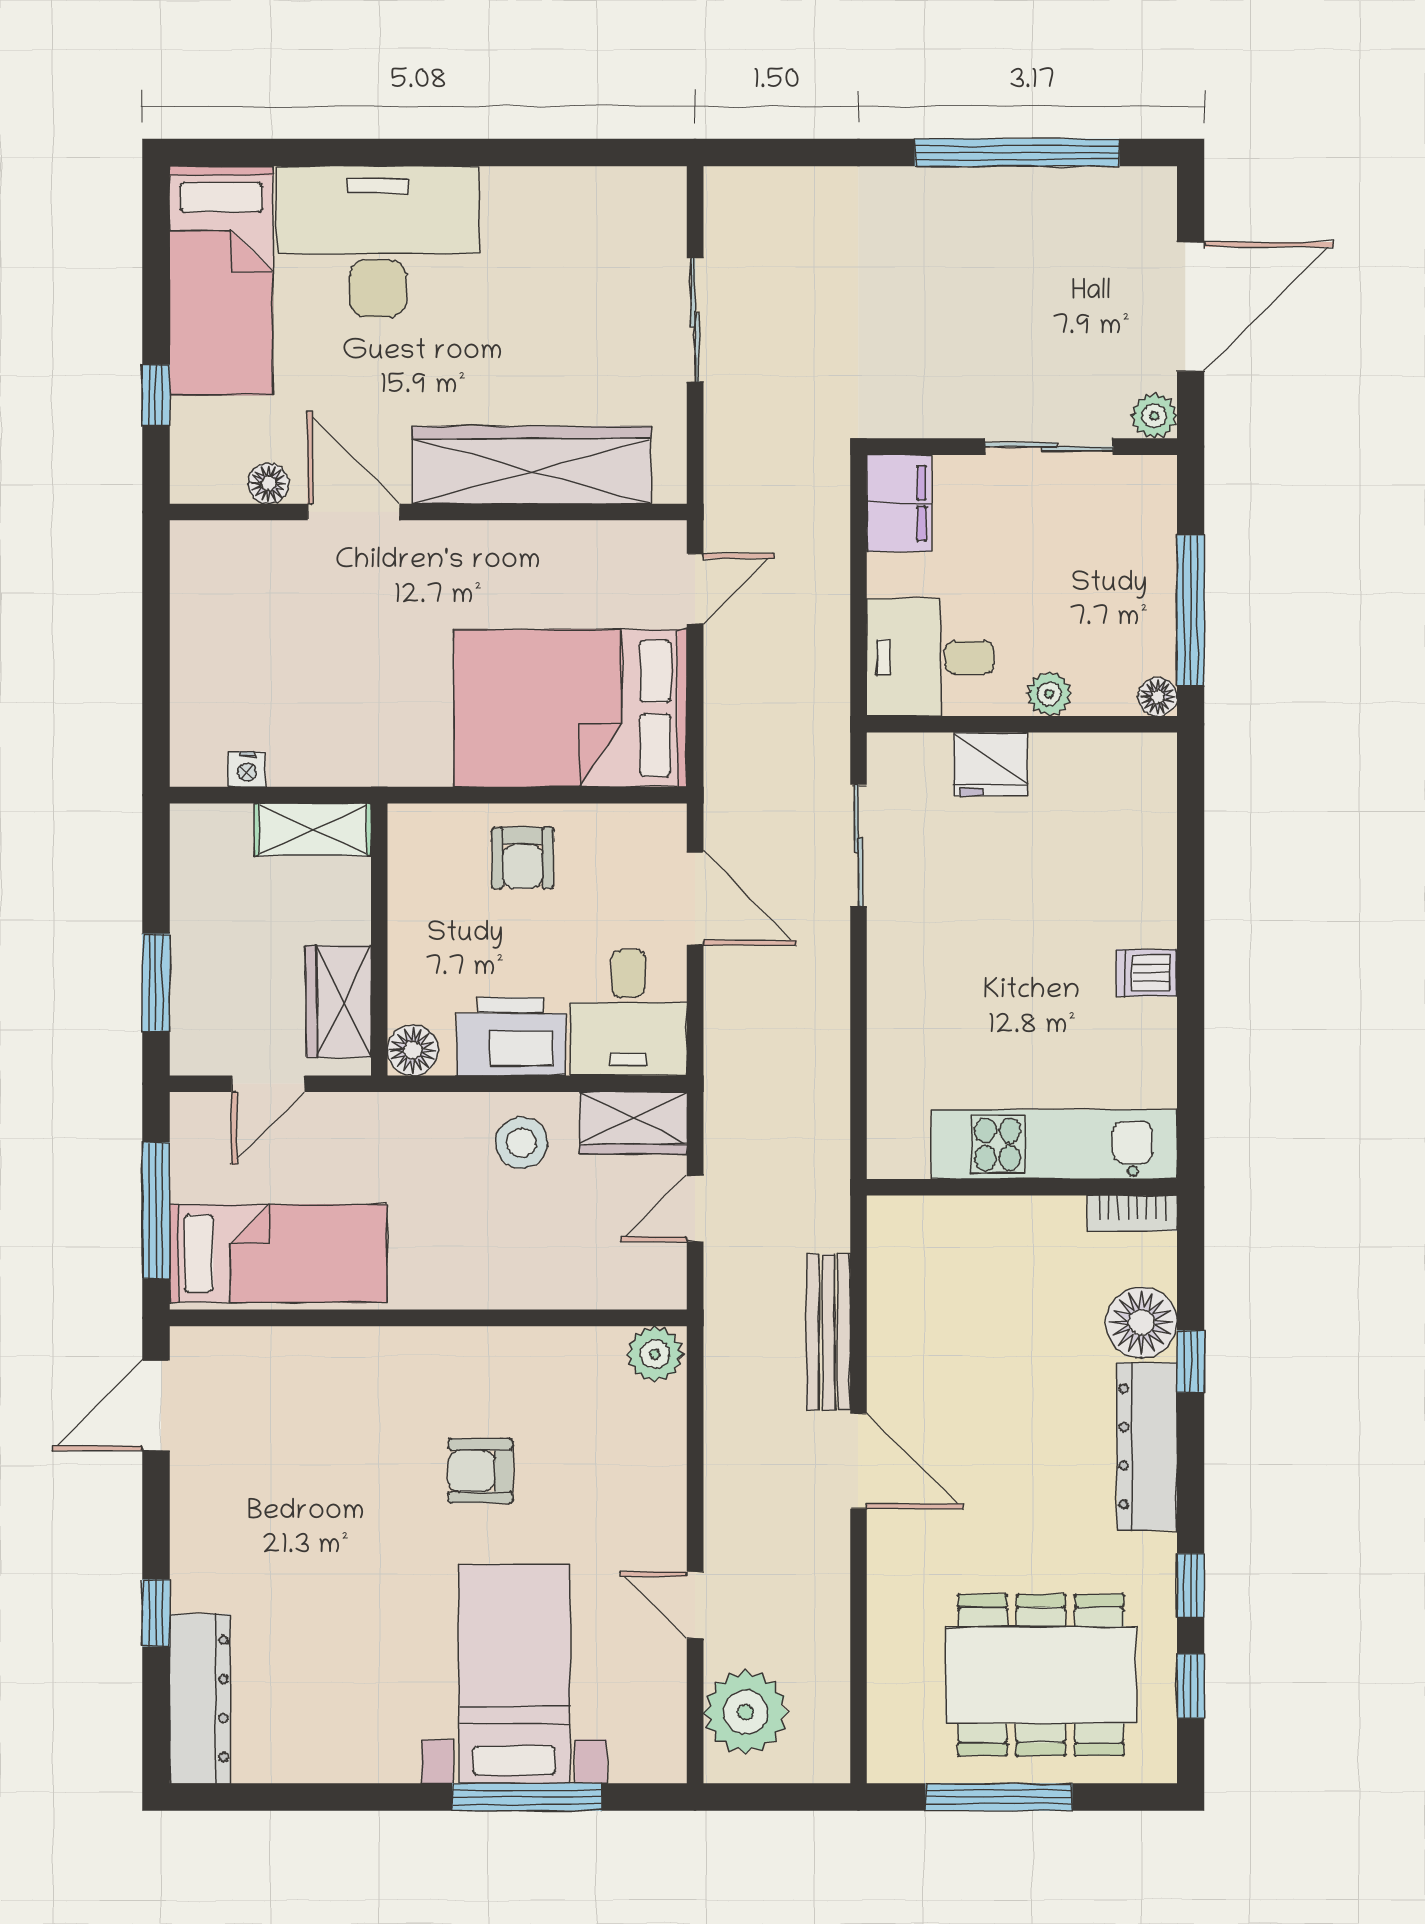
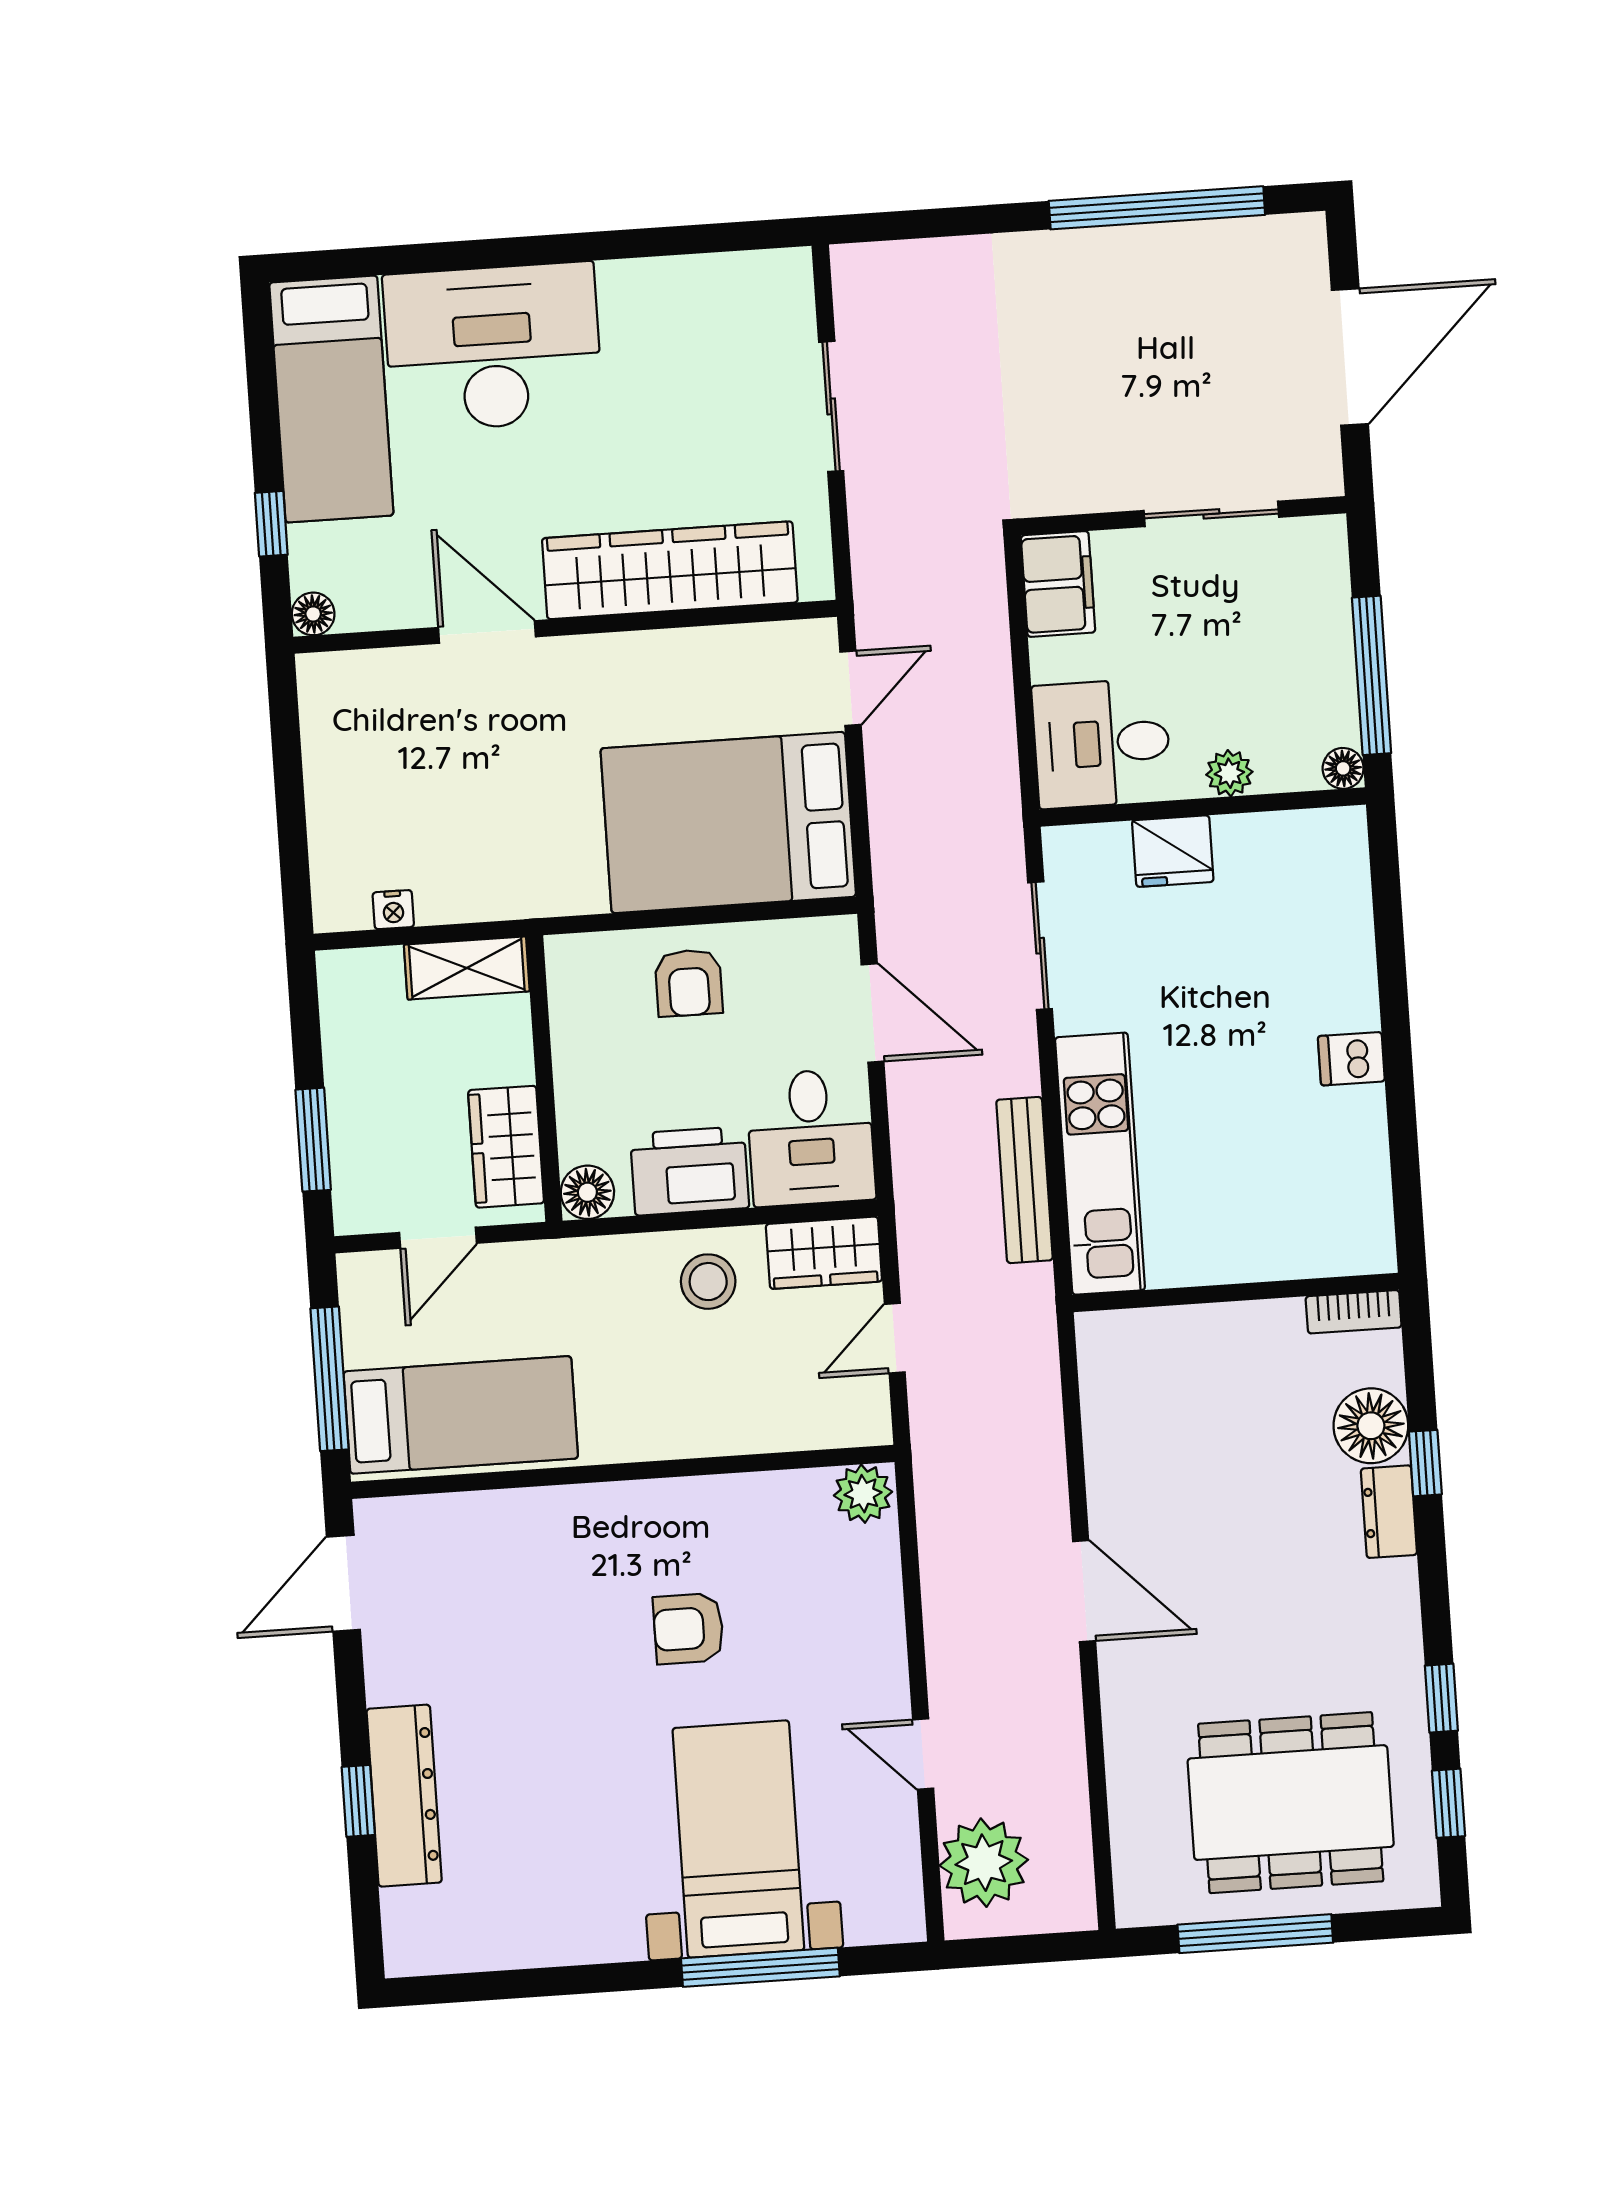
plant: (1154, 416) -> (1320, 474), removed
floor lamp: (268, 483) -> (313, 614), moved
kitchen unit: (1054, 1144) -> (1100, 1164), moved, turned 90
bench: (828, 1332) -> (1024, 1180), moved
dresser: (1147, 1446) -> (1389, 1512), width x0.51, depth x0.80
dresser: (200, 1699) -> (404, 1796), moved

